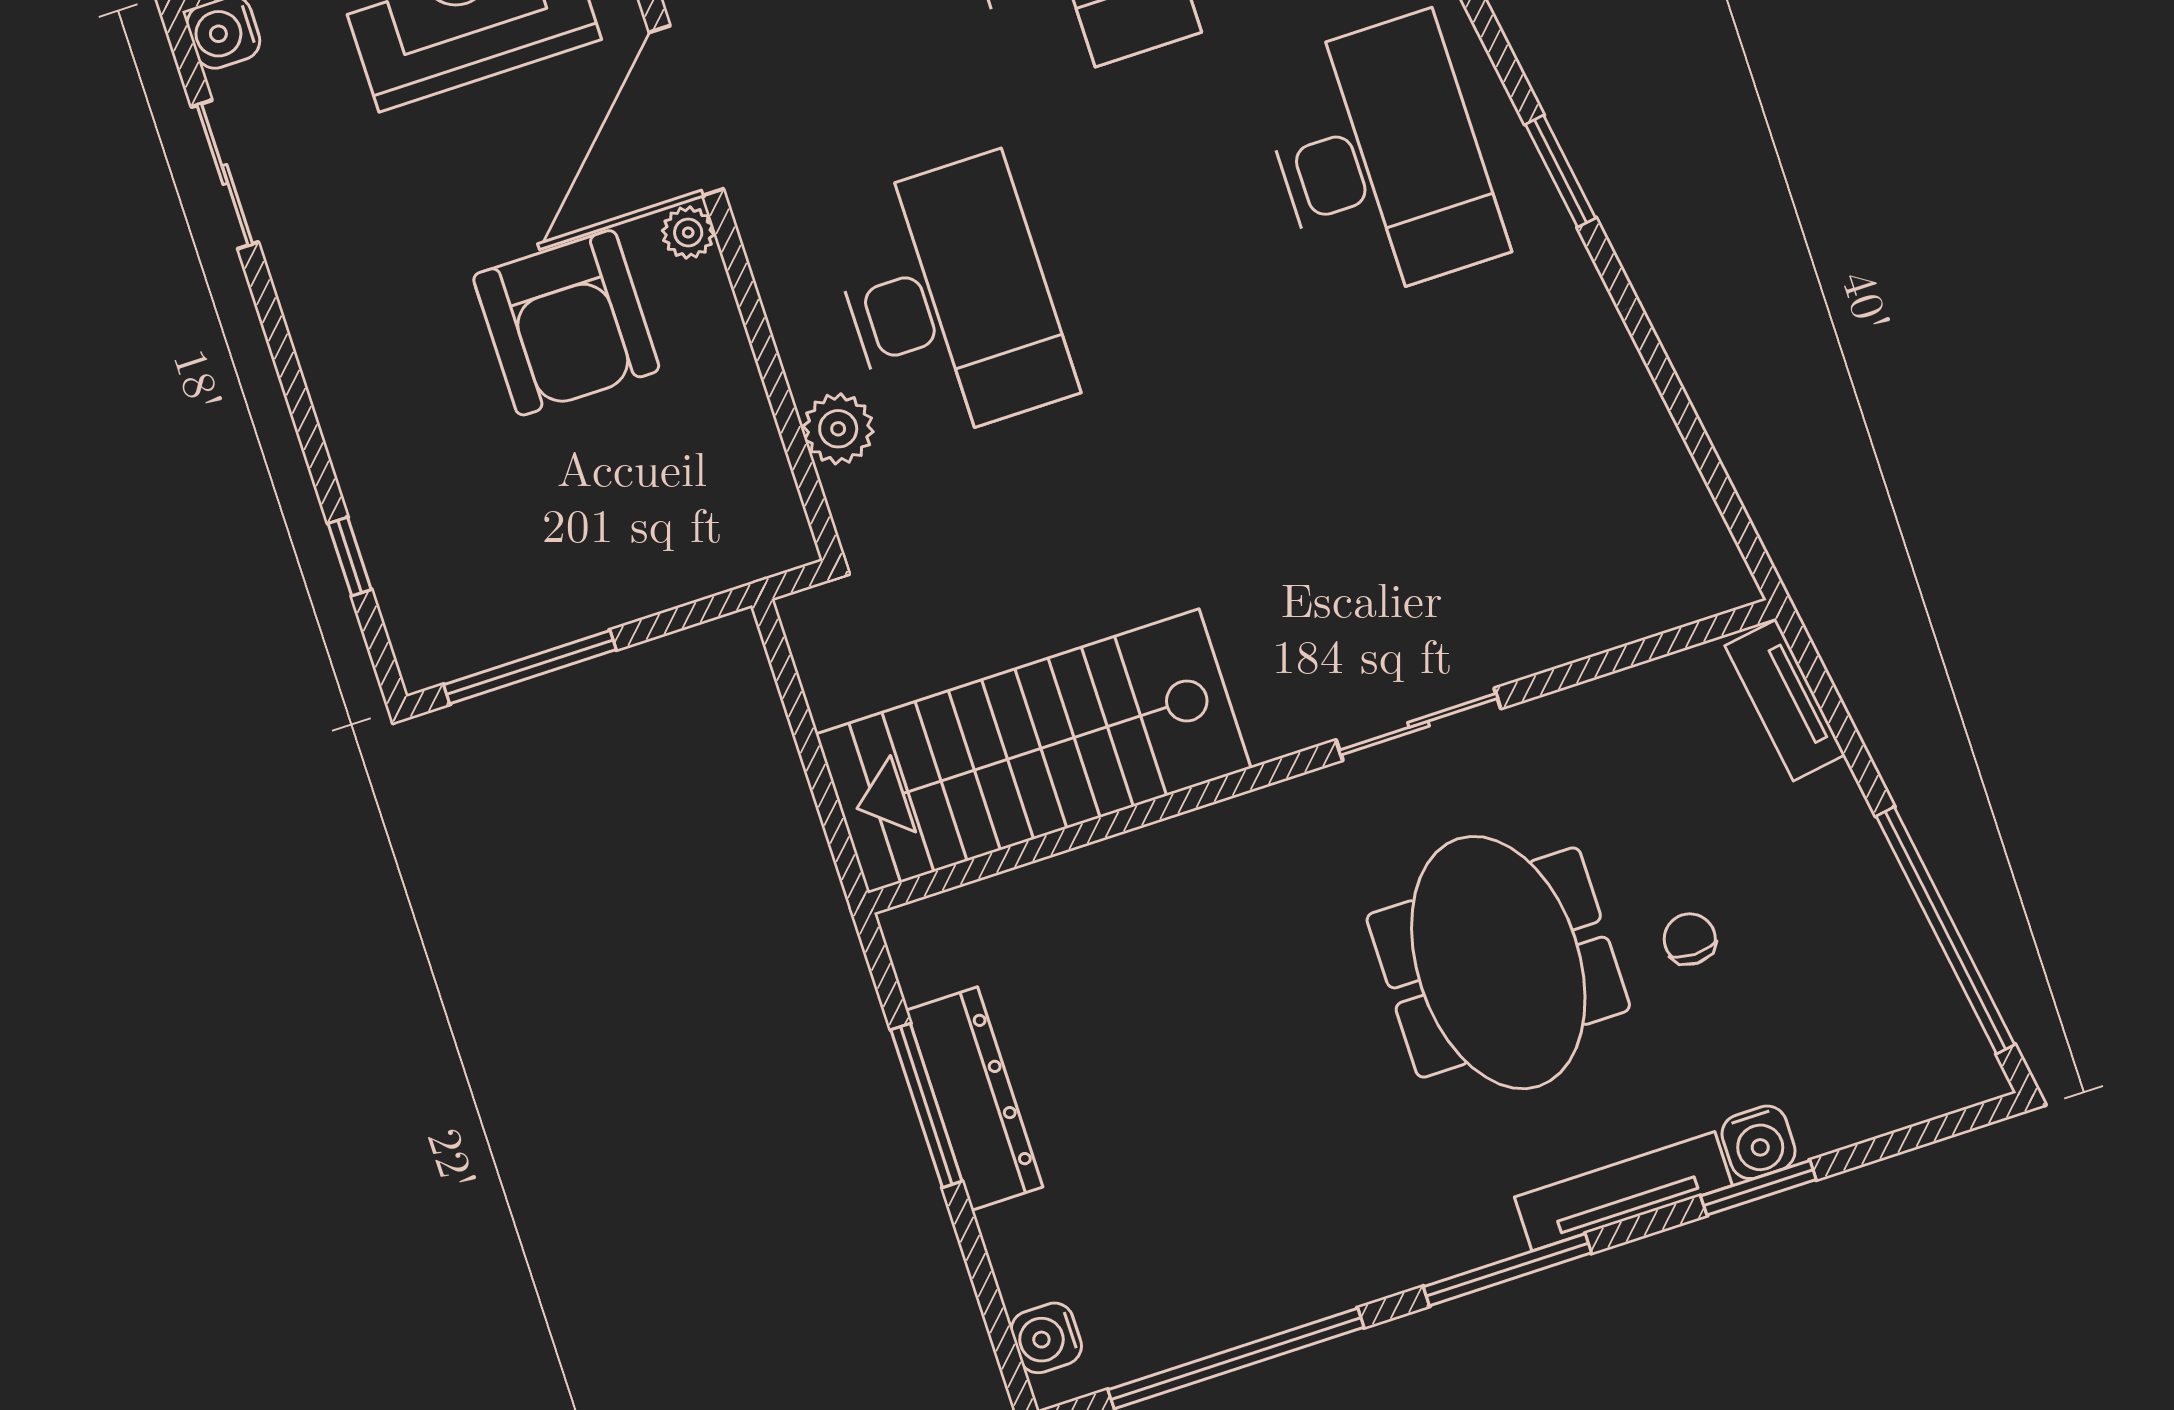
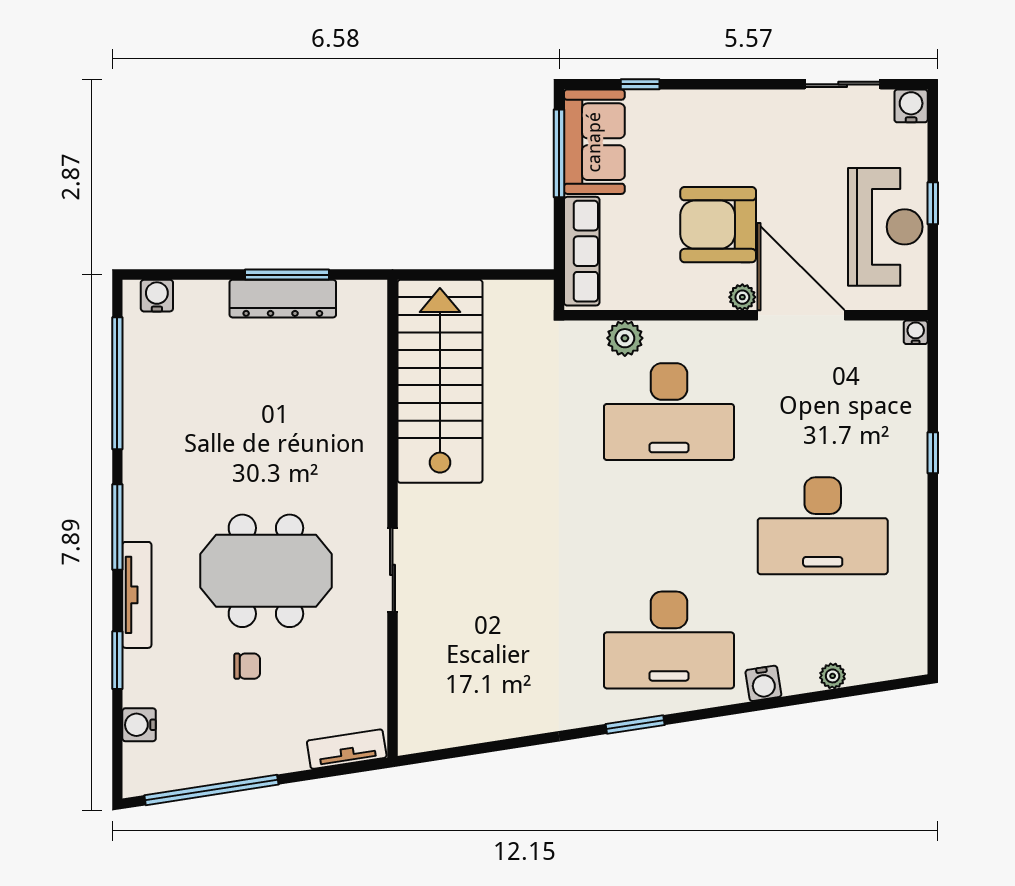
row of seats: (700, 564) -> (582, 251), added
sofa: (486, 608) -> (594, 142), added
water cooler: (1759, 1142) -> (139, 725), moved

